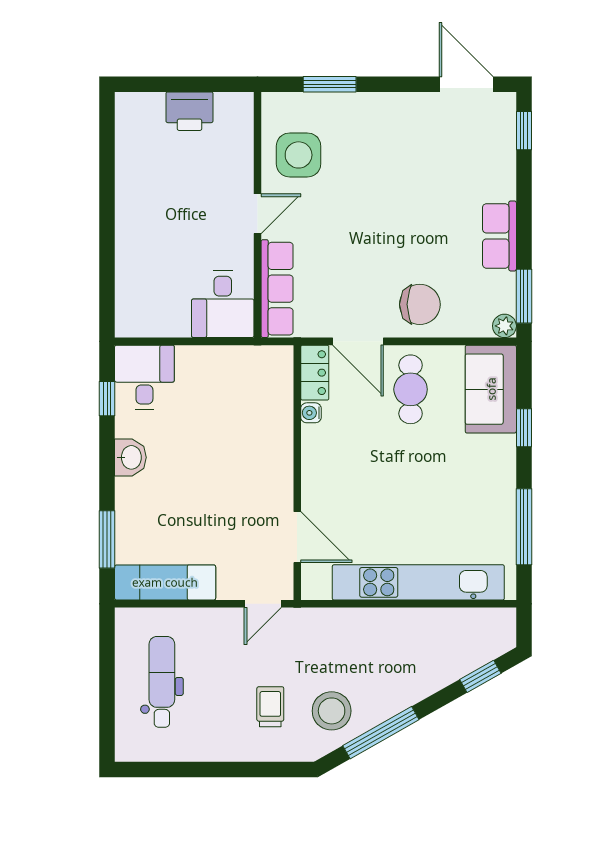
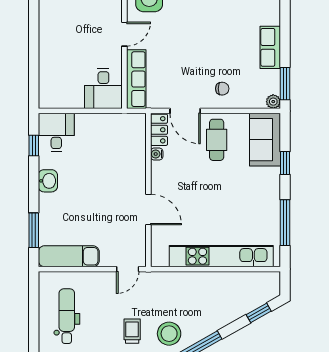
chair: (420, 304) -> (222, 89), width x0.54, depth x0.54
door: (297, 537) -> (148, 210), moved

